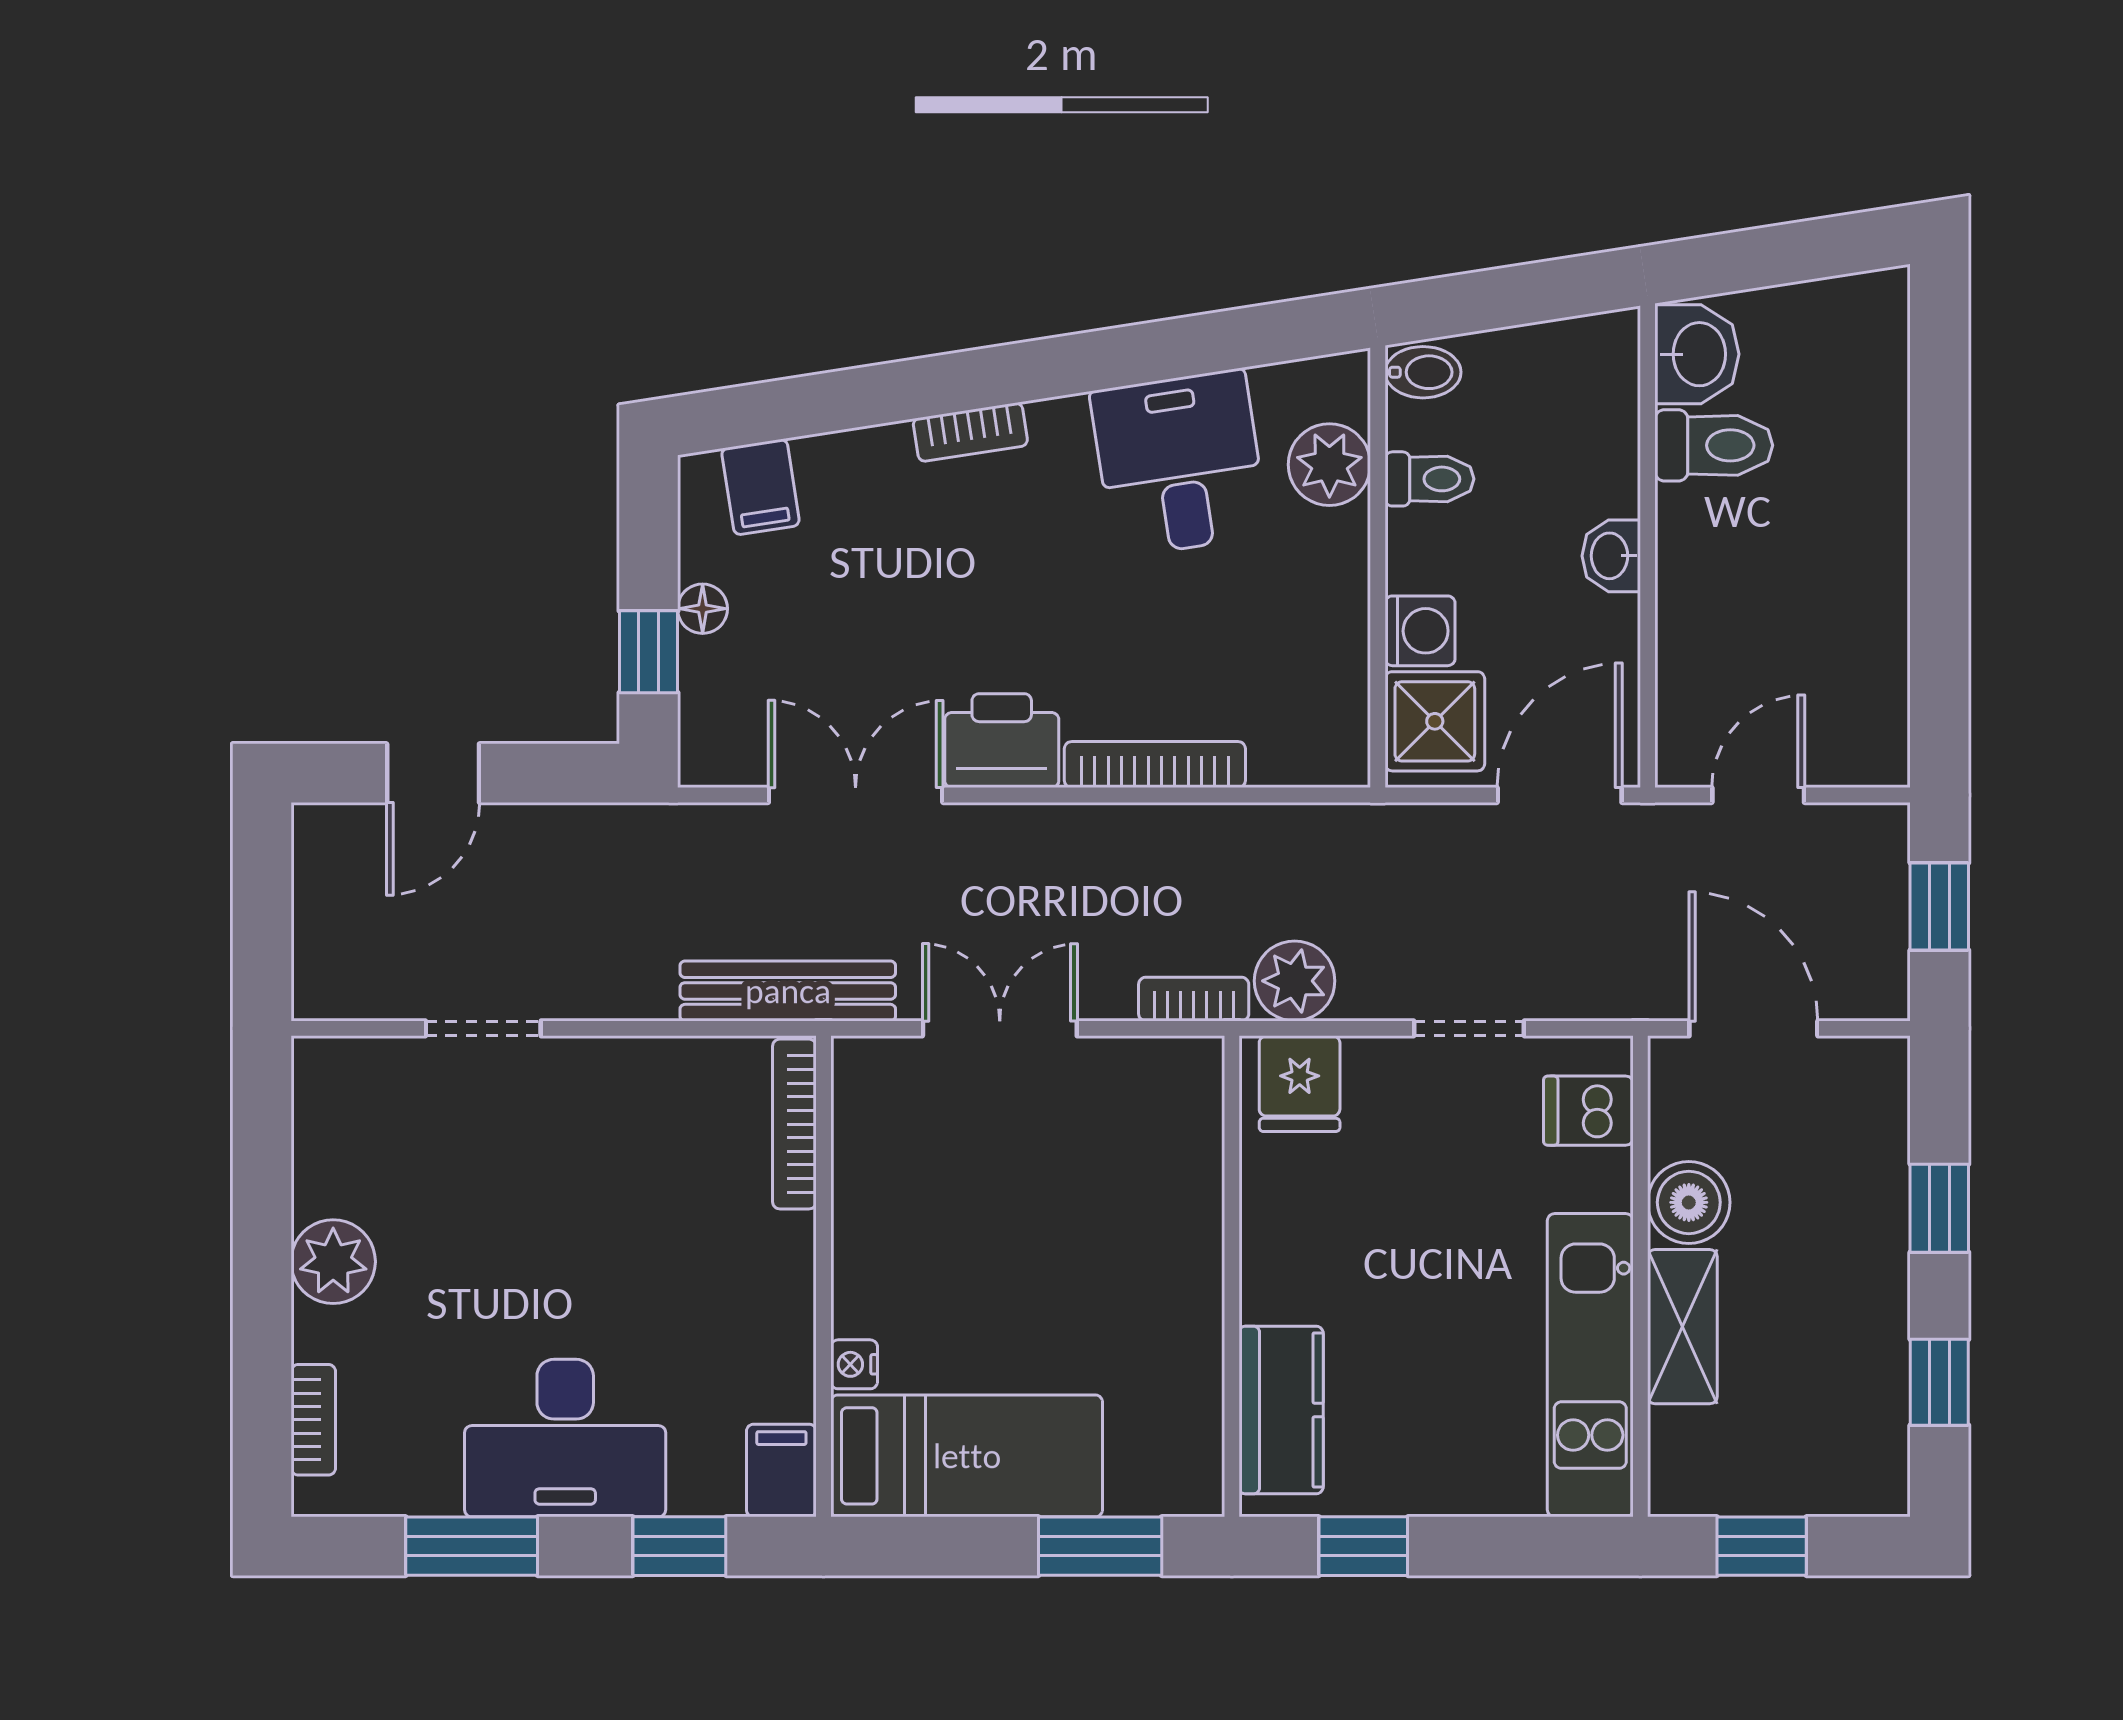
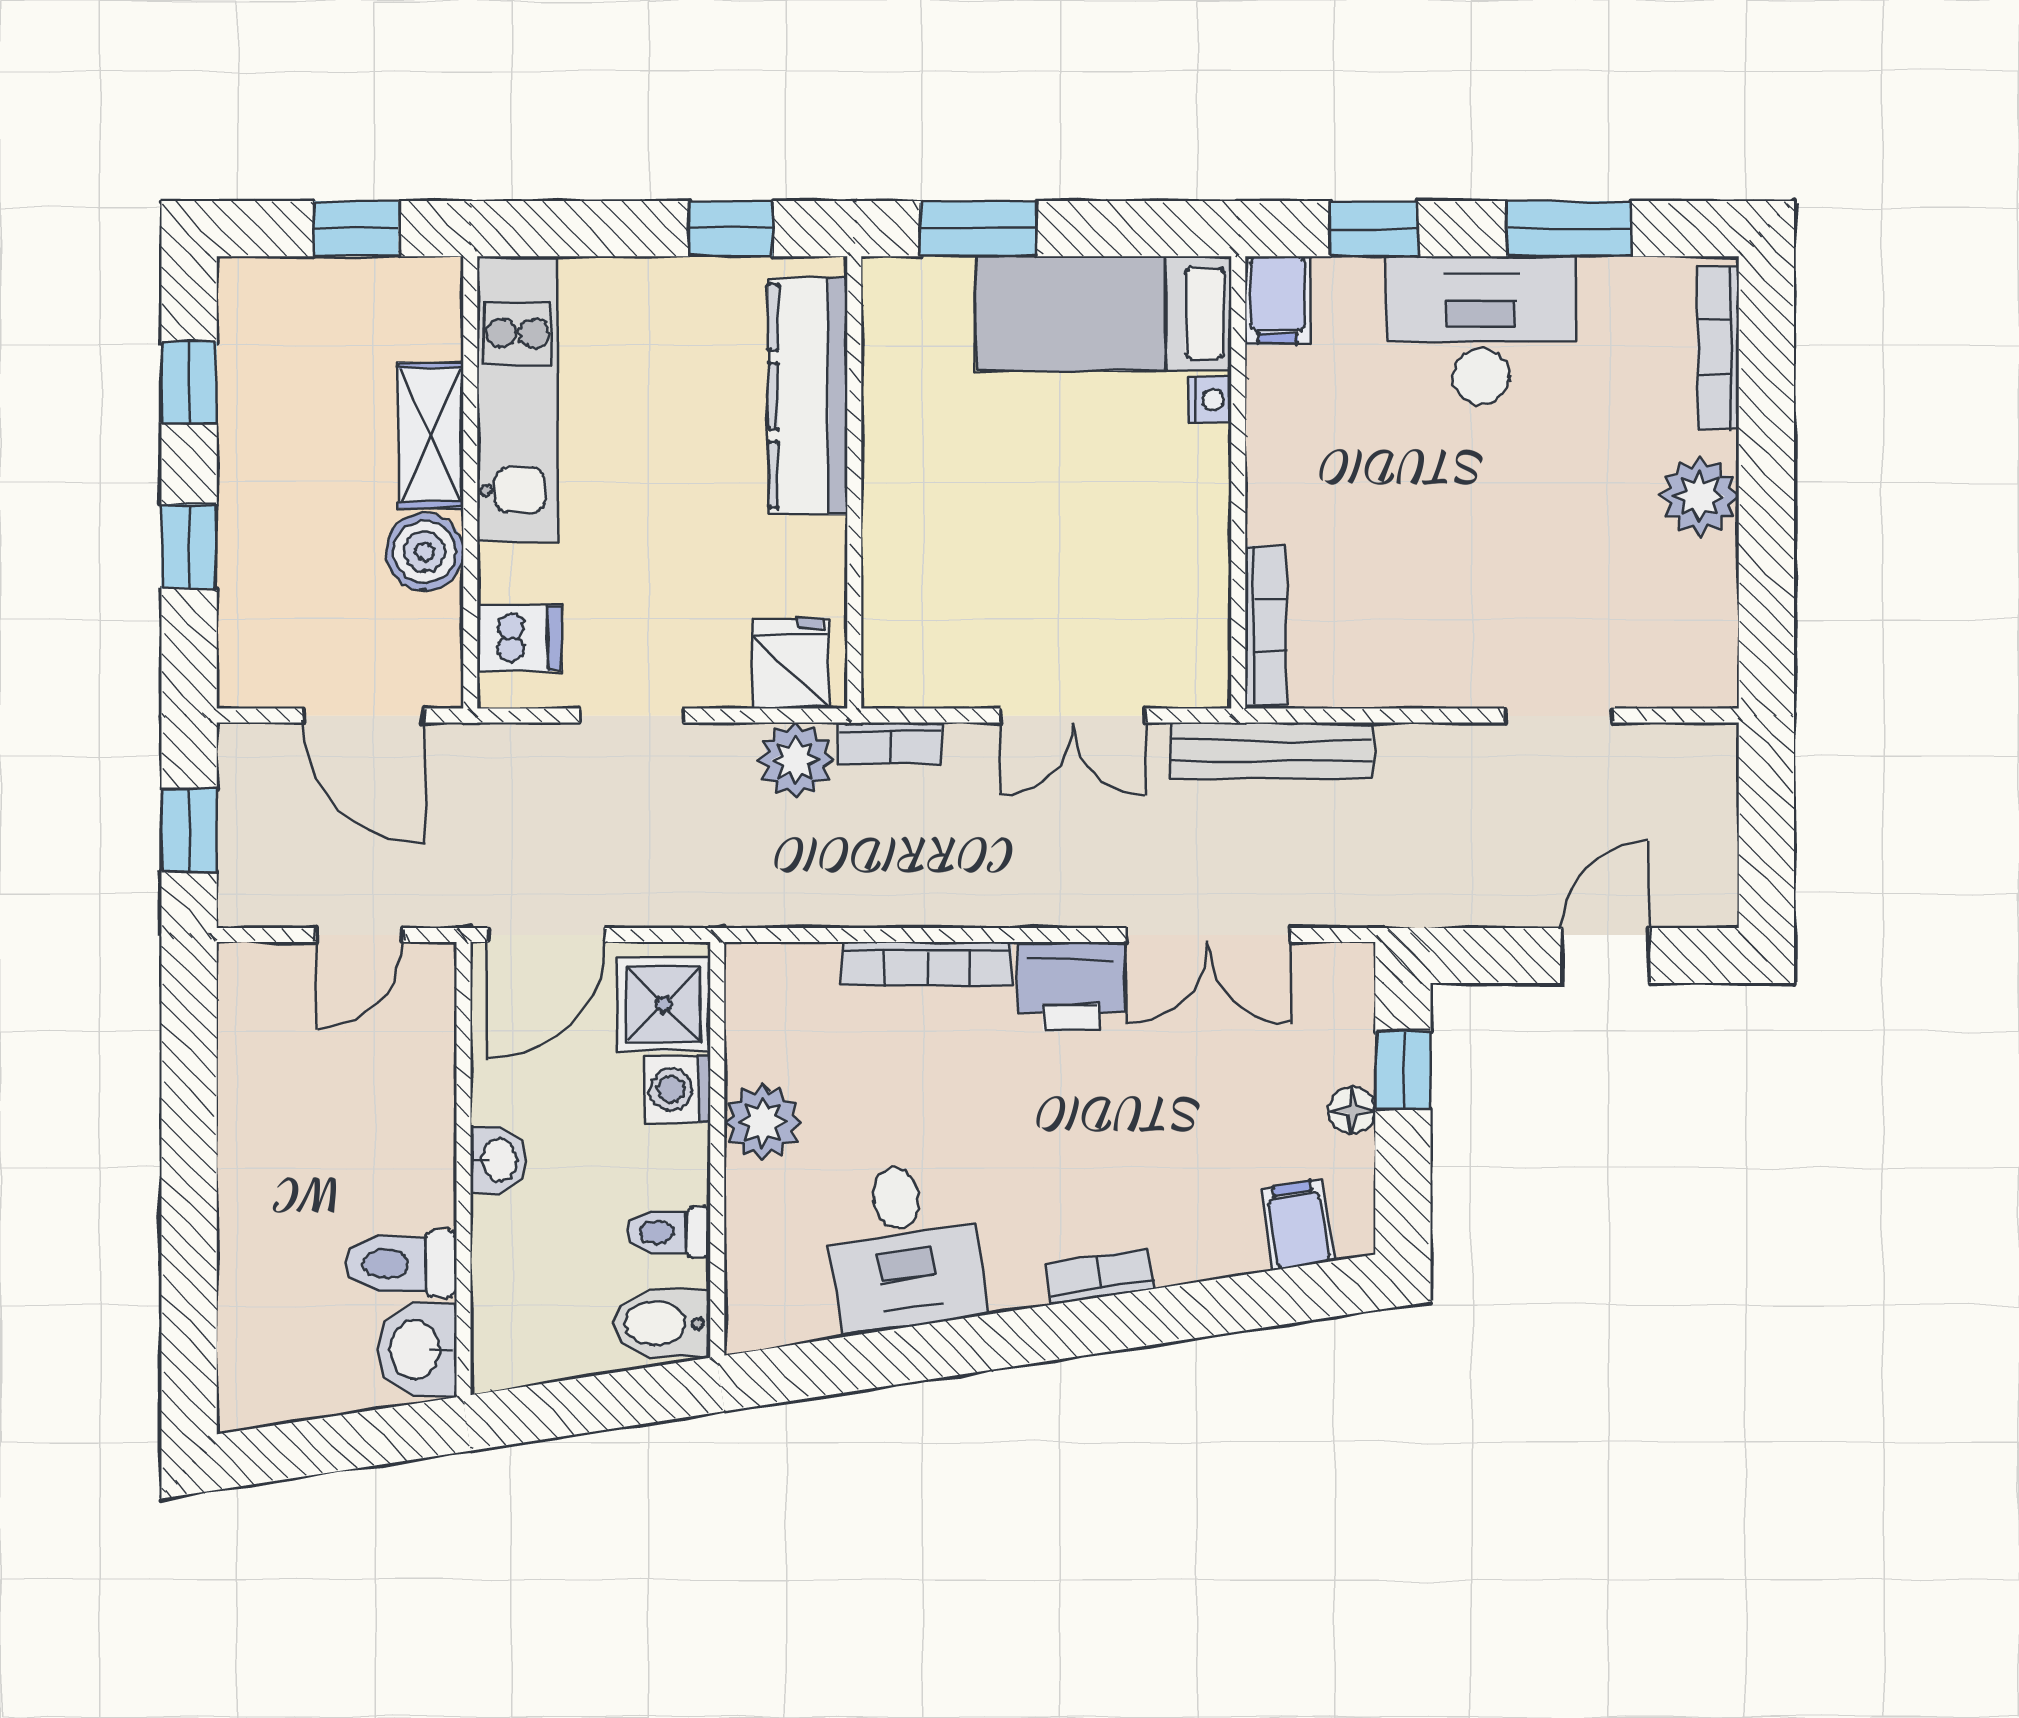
bidet: (1423, 372) -> (662, 1323), width x1.38, depth x1.36
plant: (1329, 465) -> (763, 1122), moved
kitchen counter: (1281, 1410) -> (808, 396), width x1.50
bookcase: (313, 1420) -> (1718, 347), width x1.56

